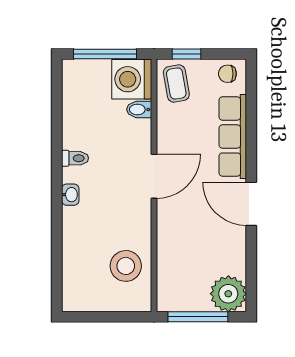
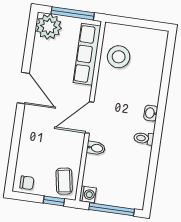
washing machine: (132, 79) -> (88, 194), width x0.53, depth x0.53
bidet: (139, 109) -> (96, 148), moved
row of seats: (233, 137) -> (87, 54), moved, turned 180

